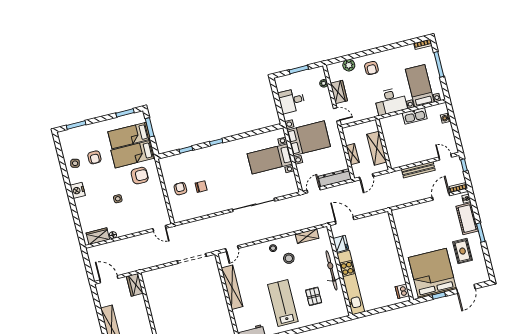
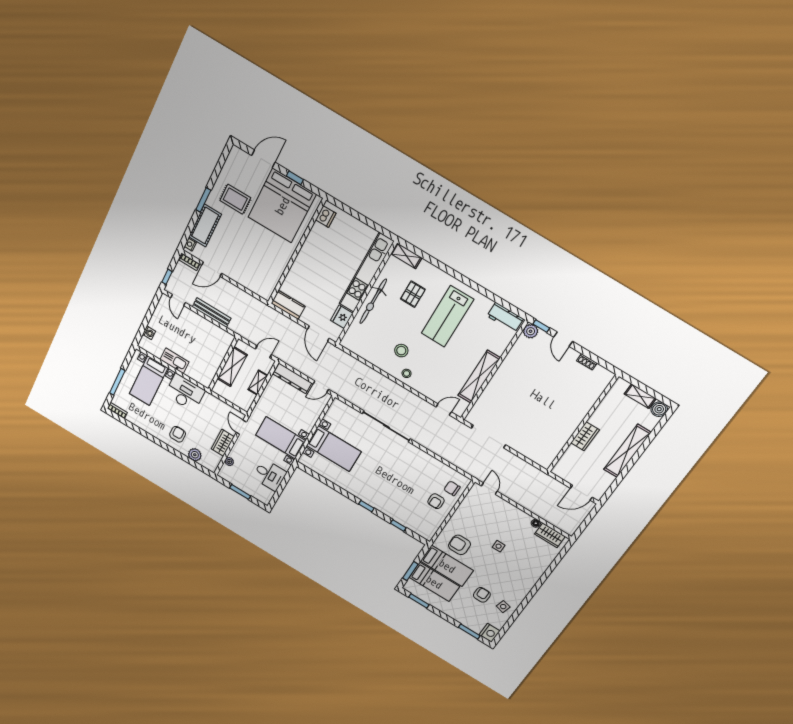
bed with nightstands: (309, 138) -> (281, 438), width x0.73
chair: (201, 187) -> (452, 488), moved
nightstand: (78, 190) -> (490, 633), moved
kitchen counter: (378, 220) -> (288, 305), added
shelving: (307, 236) -> (406, 256), moved
rug: (463, 251) -> (235, 199), turned 90
door: (109, 279) -> (581, 493), hinge flipped
wardrobe: (135, 285) -> (585, 436), moved

